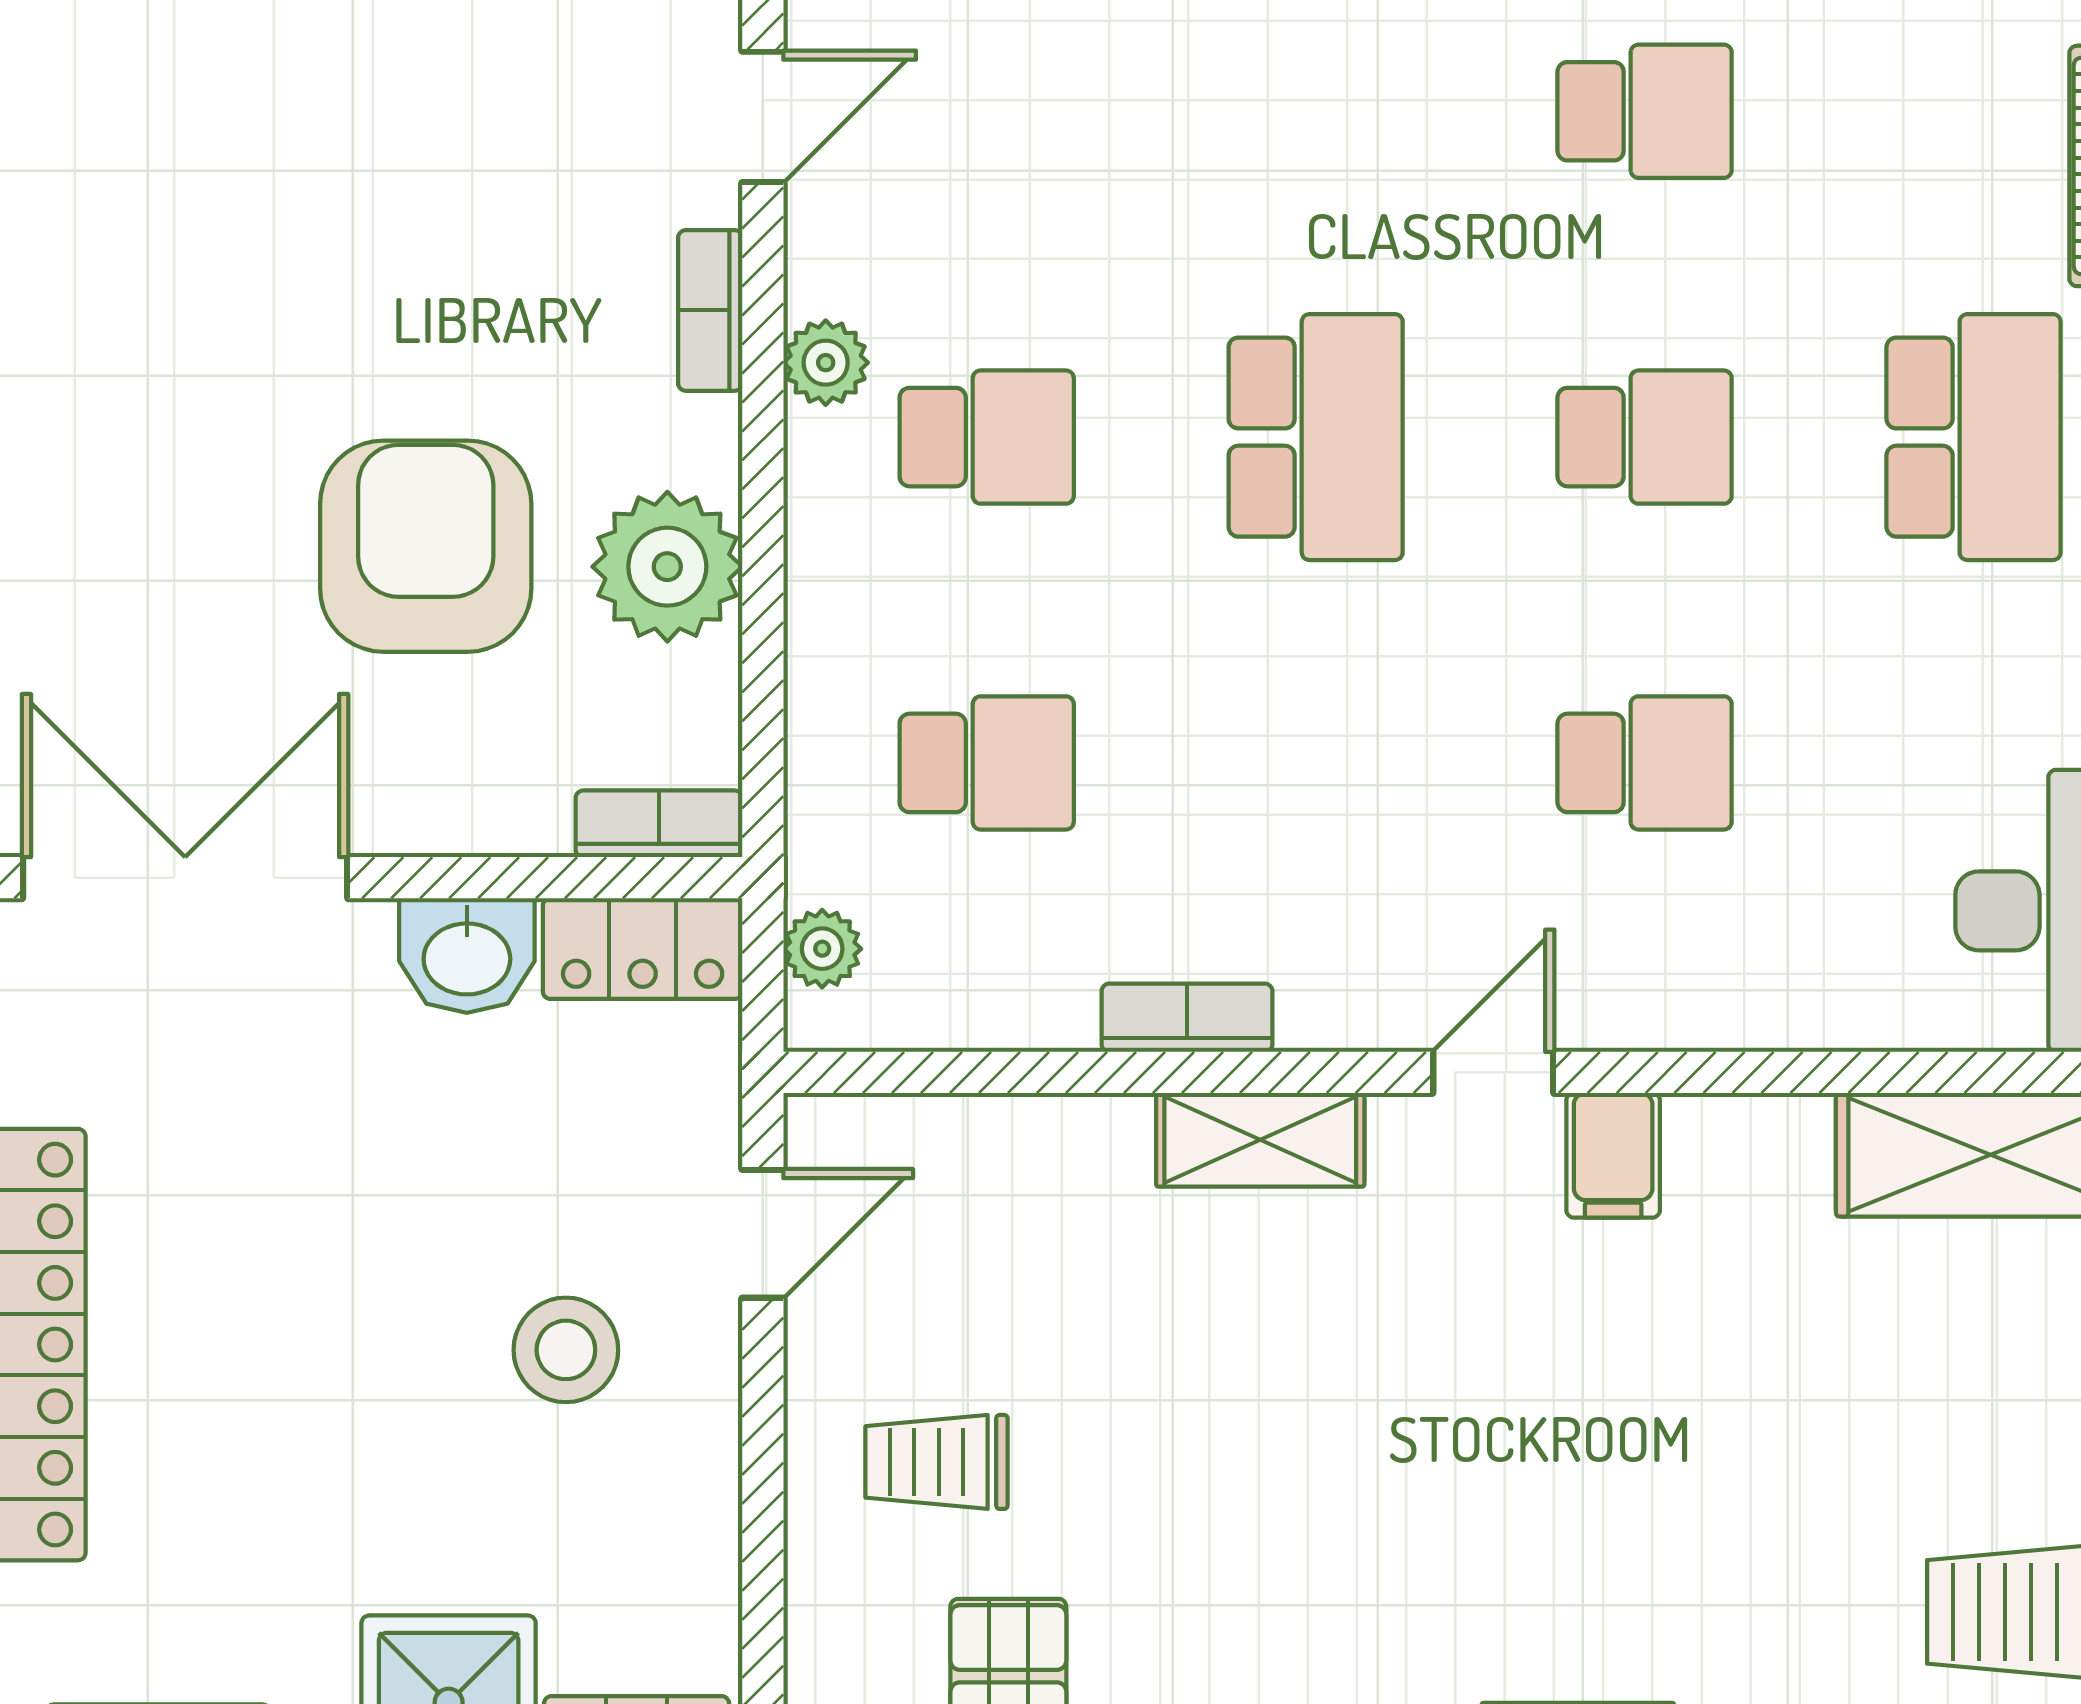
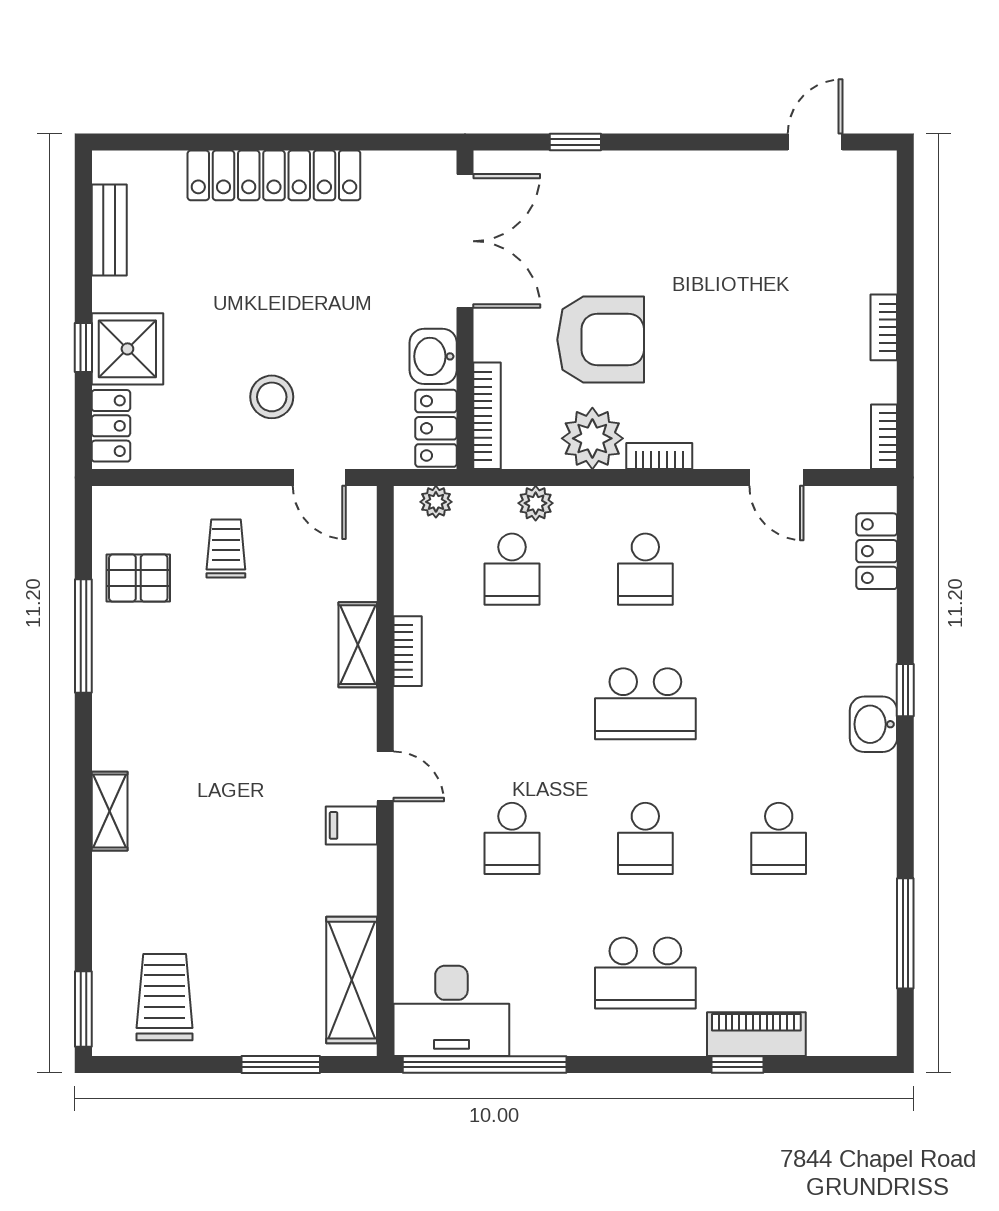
bookcase: (710, 310) -> (659, 456), moved
plant: (826, 363) -> (536, 503), moved
bookcase: (659, 824) -> (487, 416), width x1.56
shelving: (1260, 1140) -> (358, 645), moved

